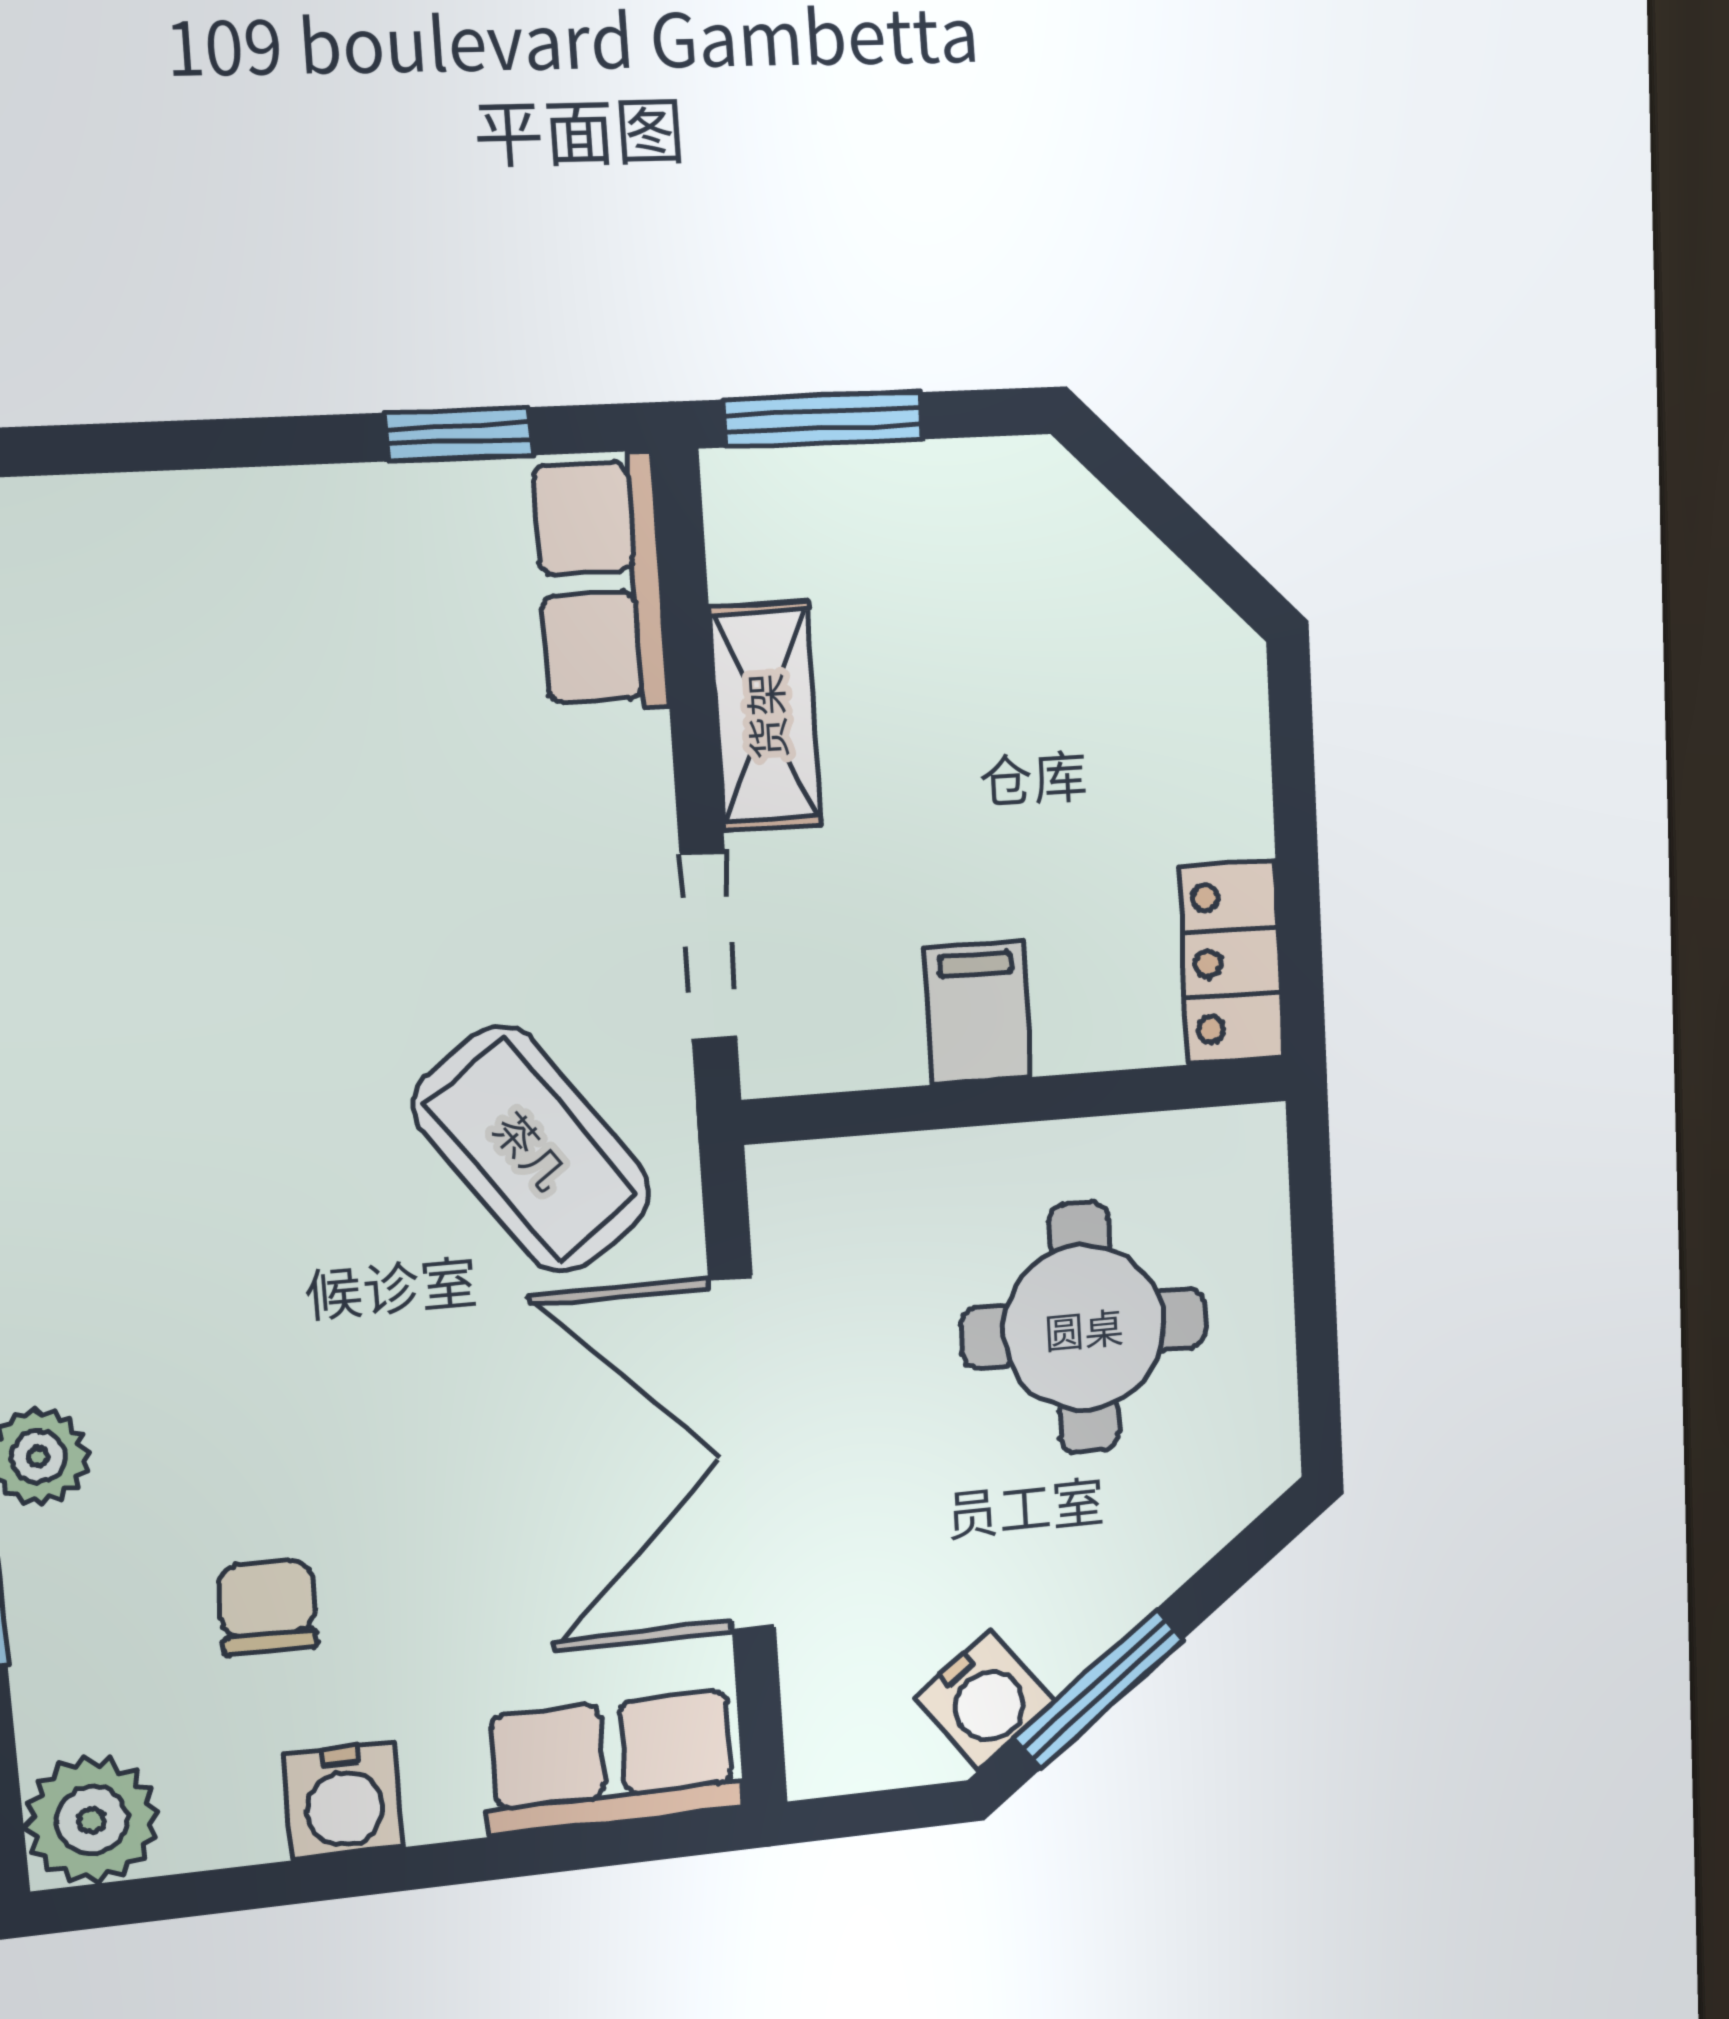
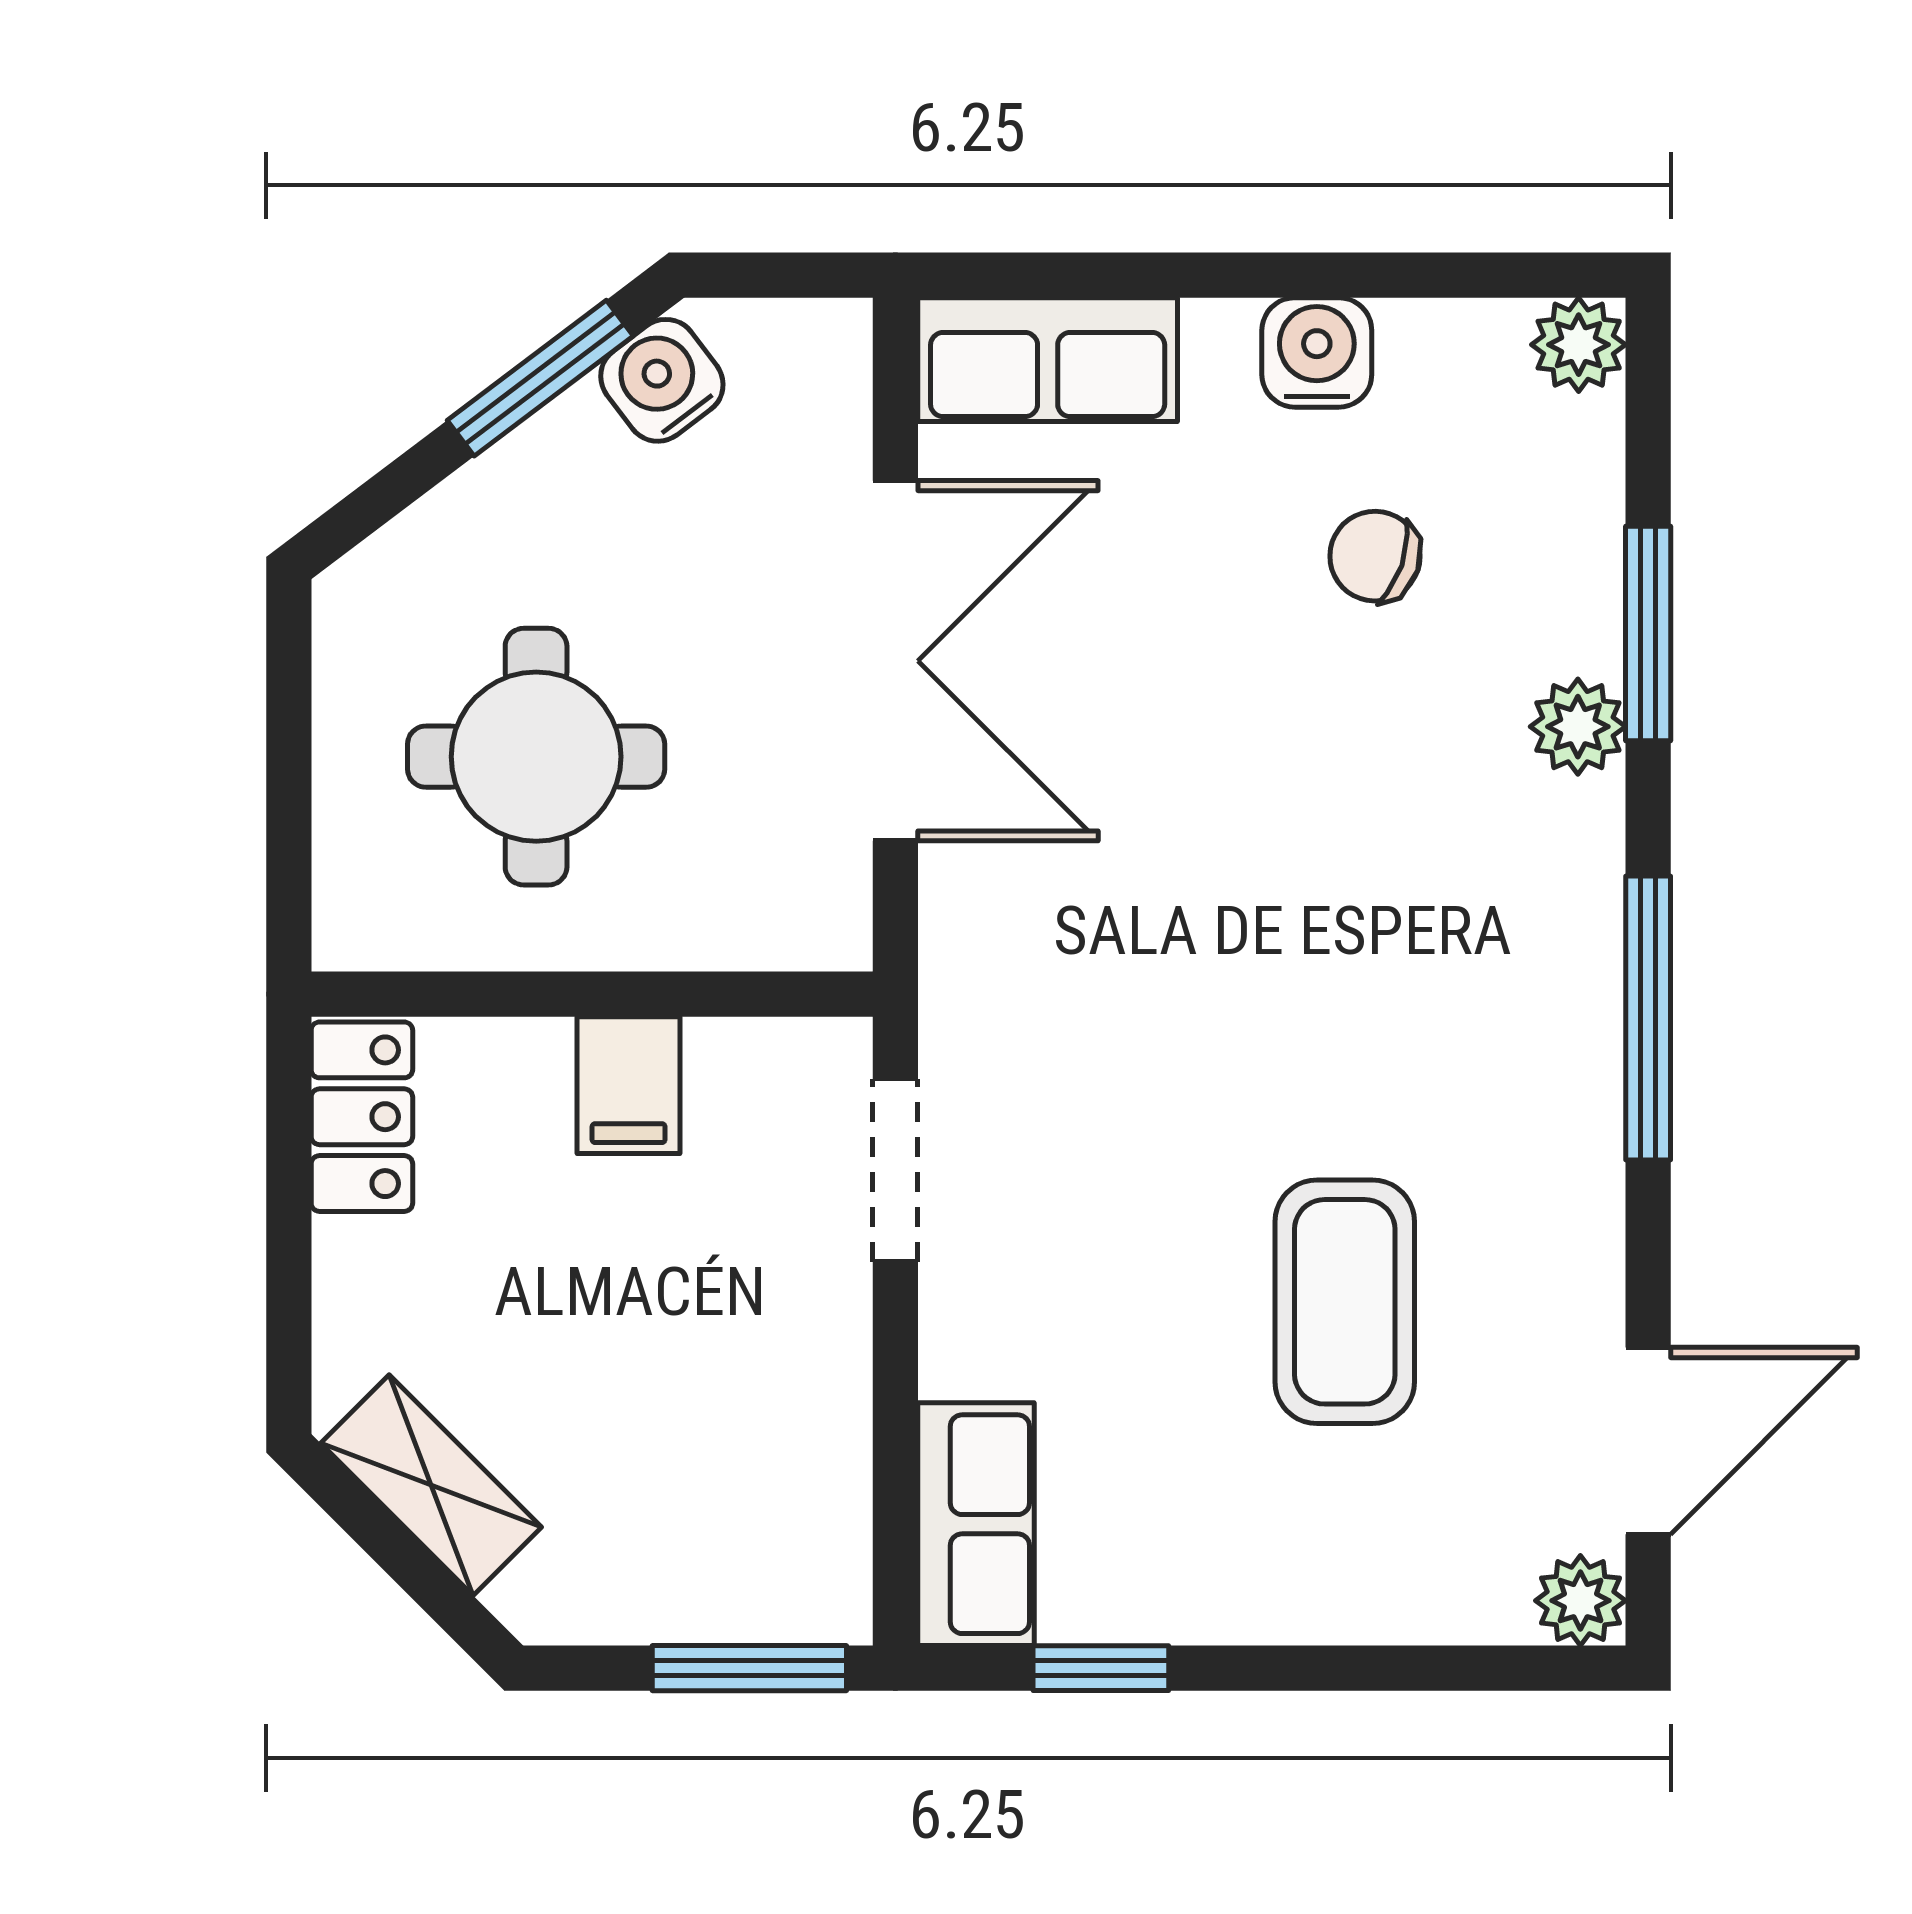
shelving: (765, 716) -> (431, 1485), moved, turned -45
coffee table: (532, 1150) -> (1345, 1302), moved, turned 36
chair: (267, 1607) -> (1375, 556), turned 109
plant: (92, 1820) -> (1579, 345), width x0.73, depth x0.73

